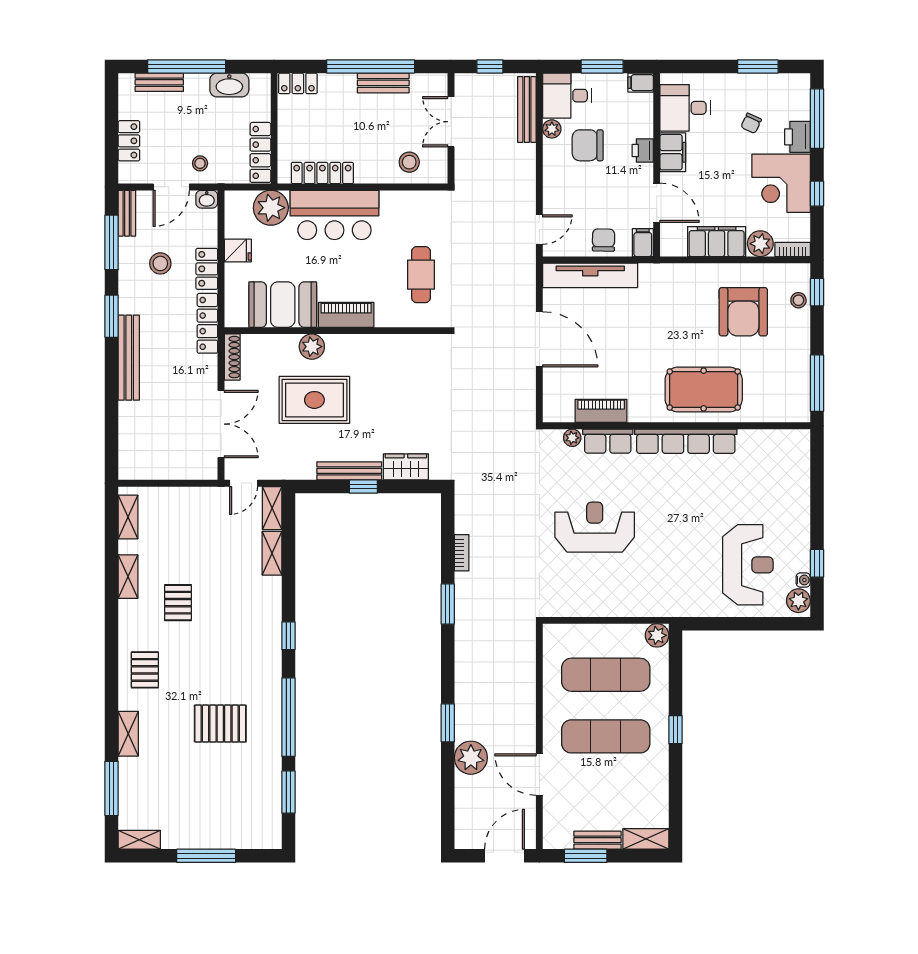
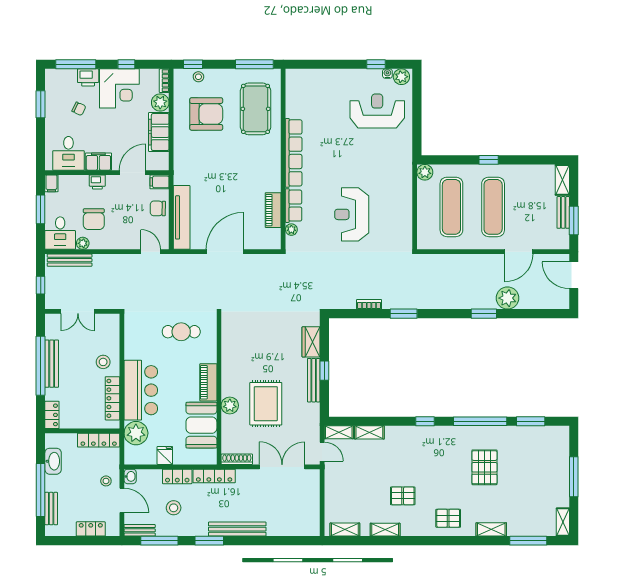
bench: (383, 83) -> (52, 364), width x1.36
stool: (409, 162) -> (103, 362), moved
pool table: (704, 389) -> (256, 109), moved

